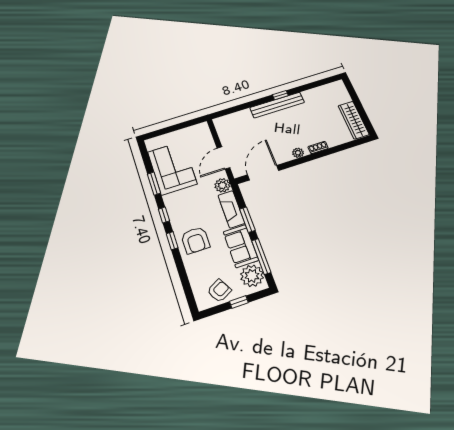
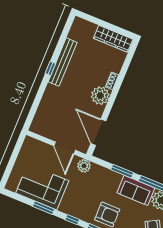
bench: (277, 105) -> (63, 62), moved
plant: (298, 153) -> (100, 96), width x1.88, depth x1.88
fireplace: (231, 209) -> (106, 175), removed

